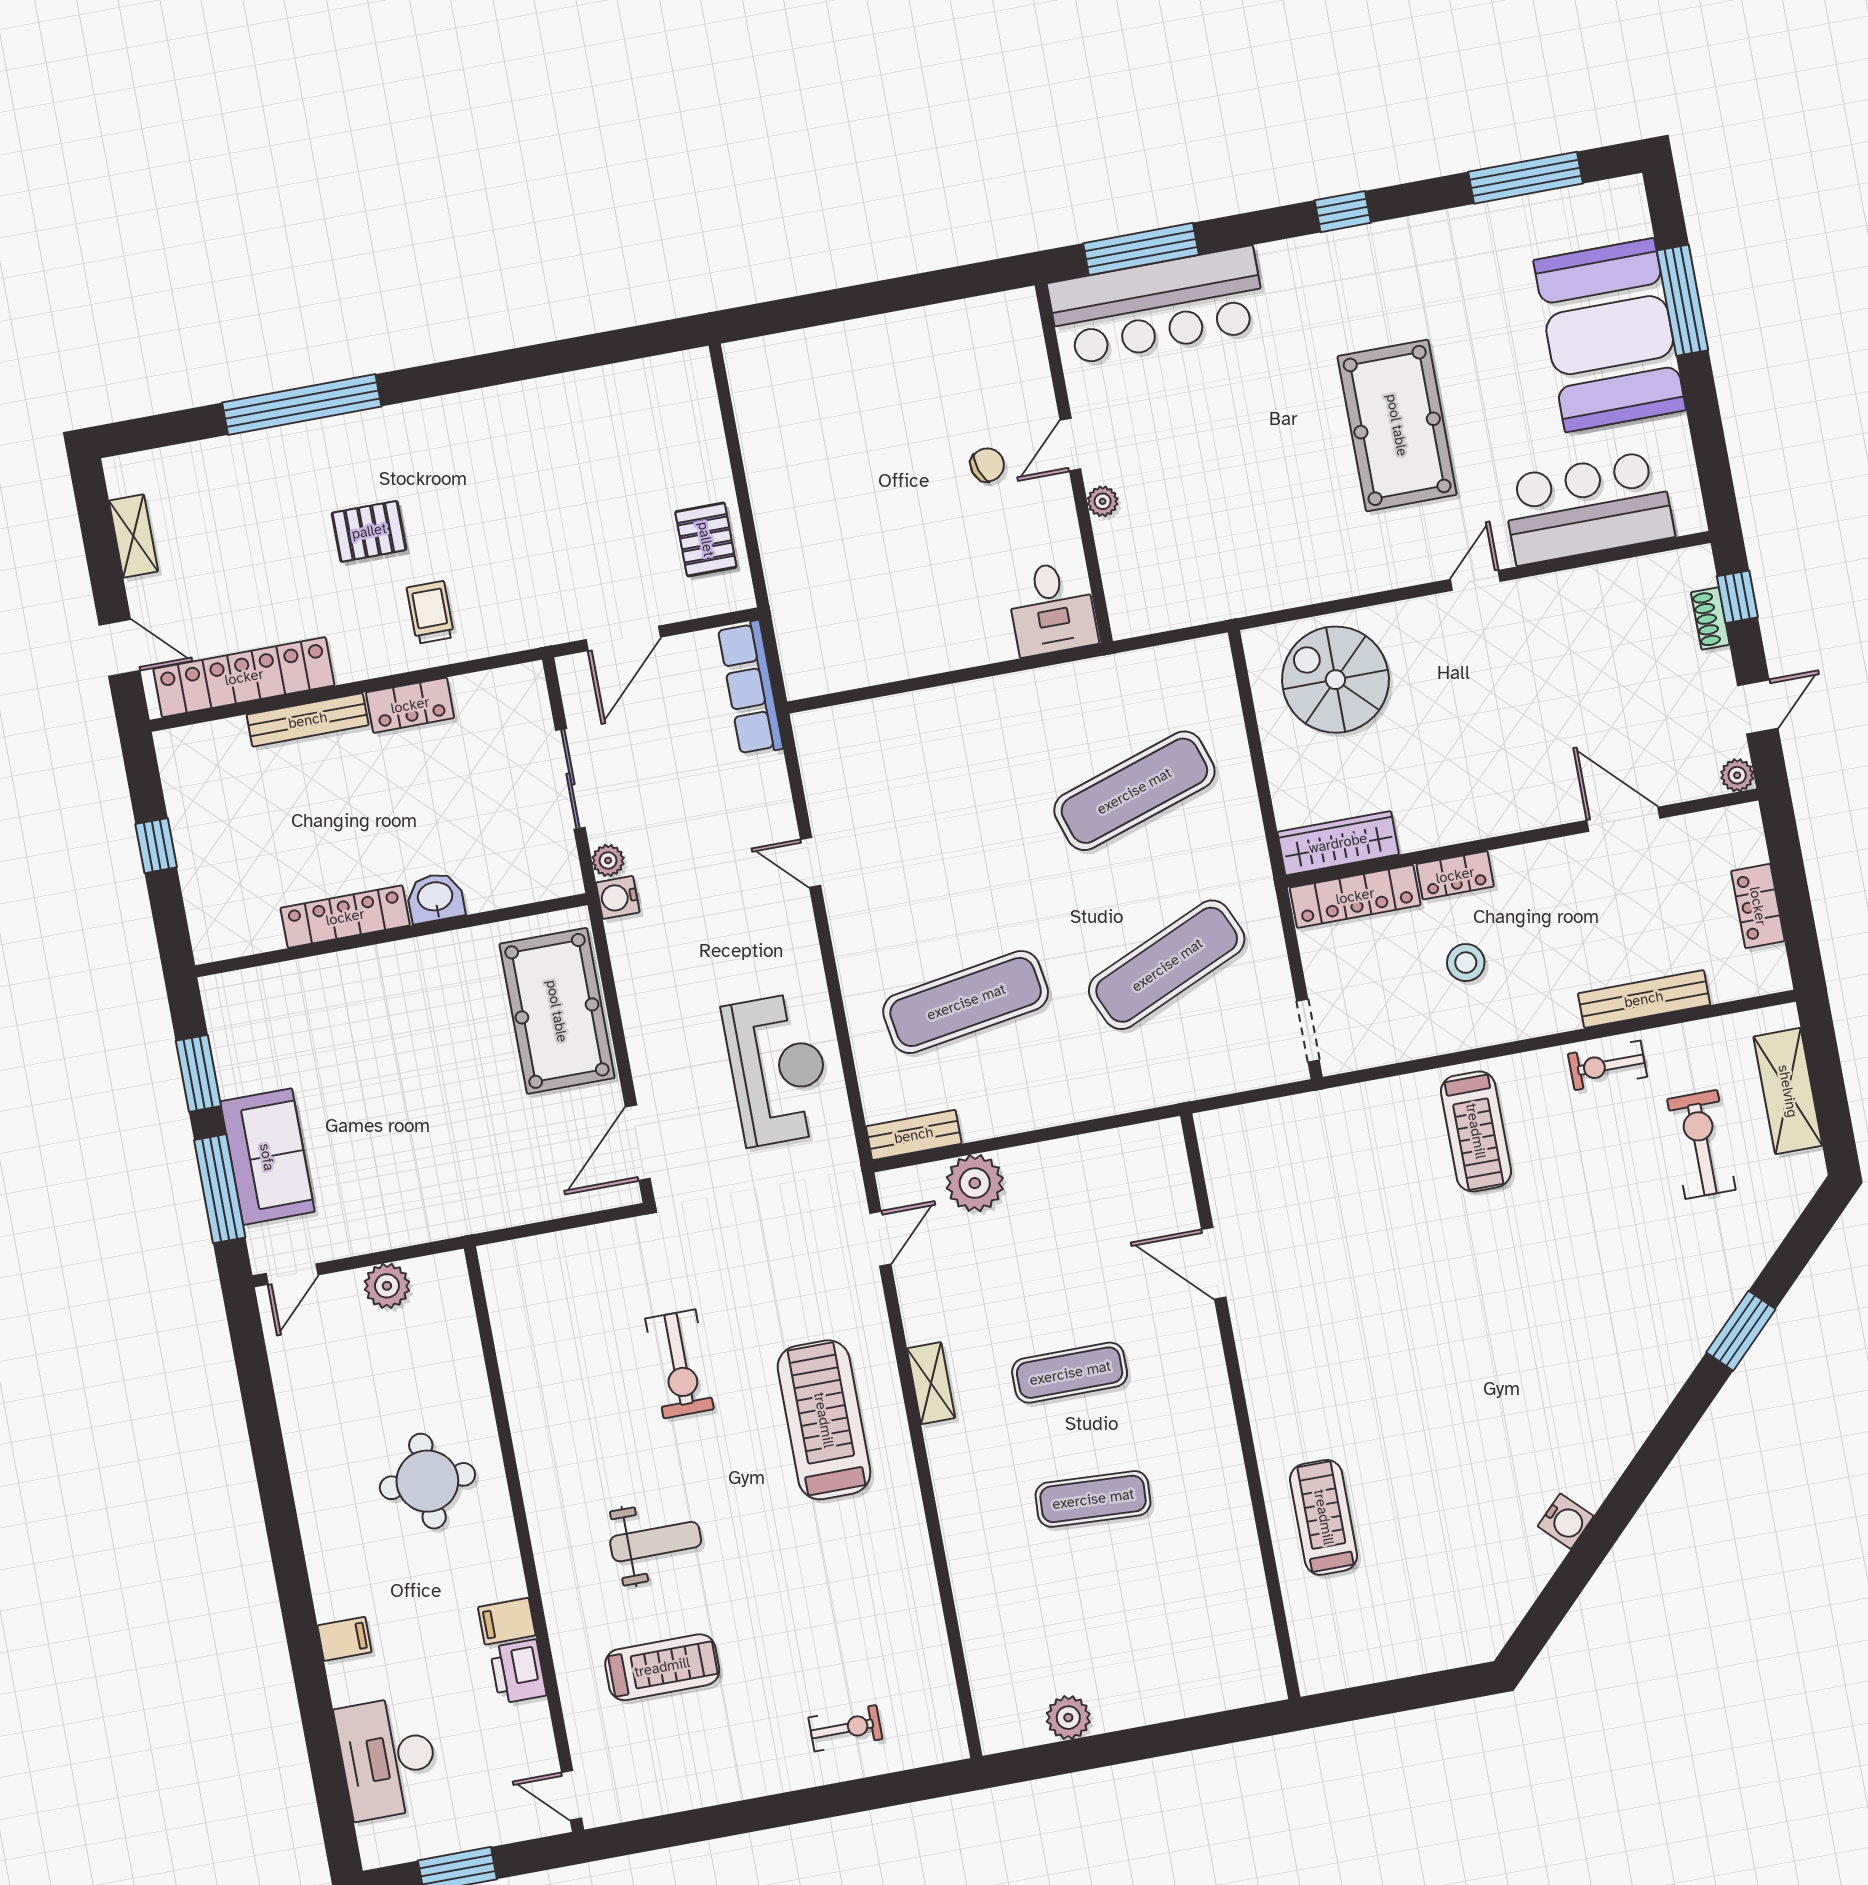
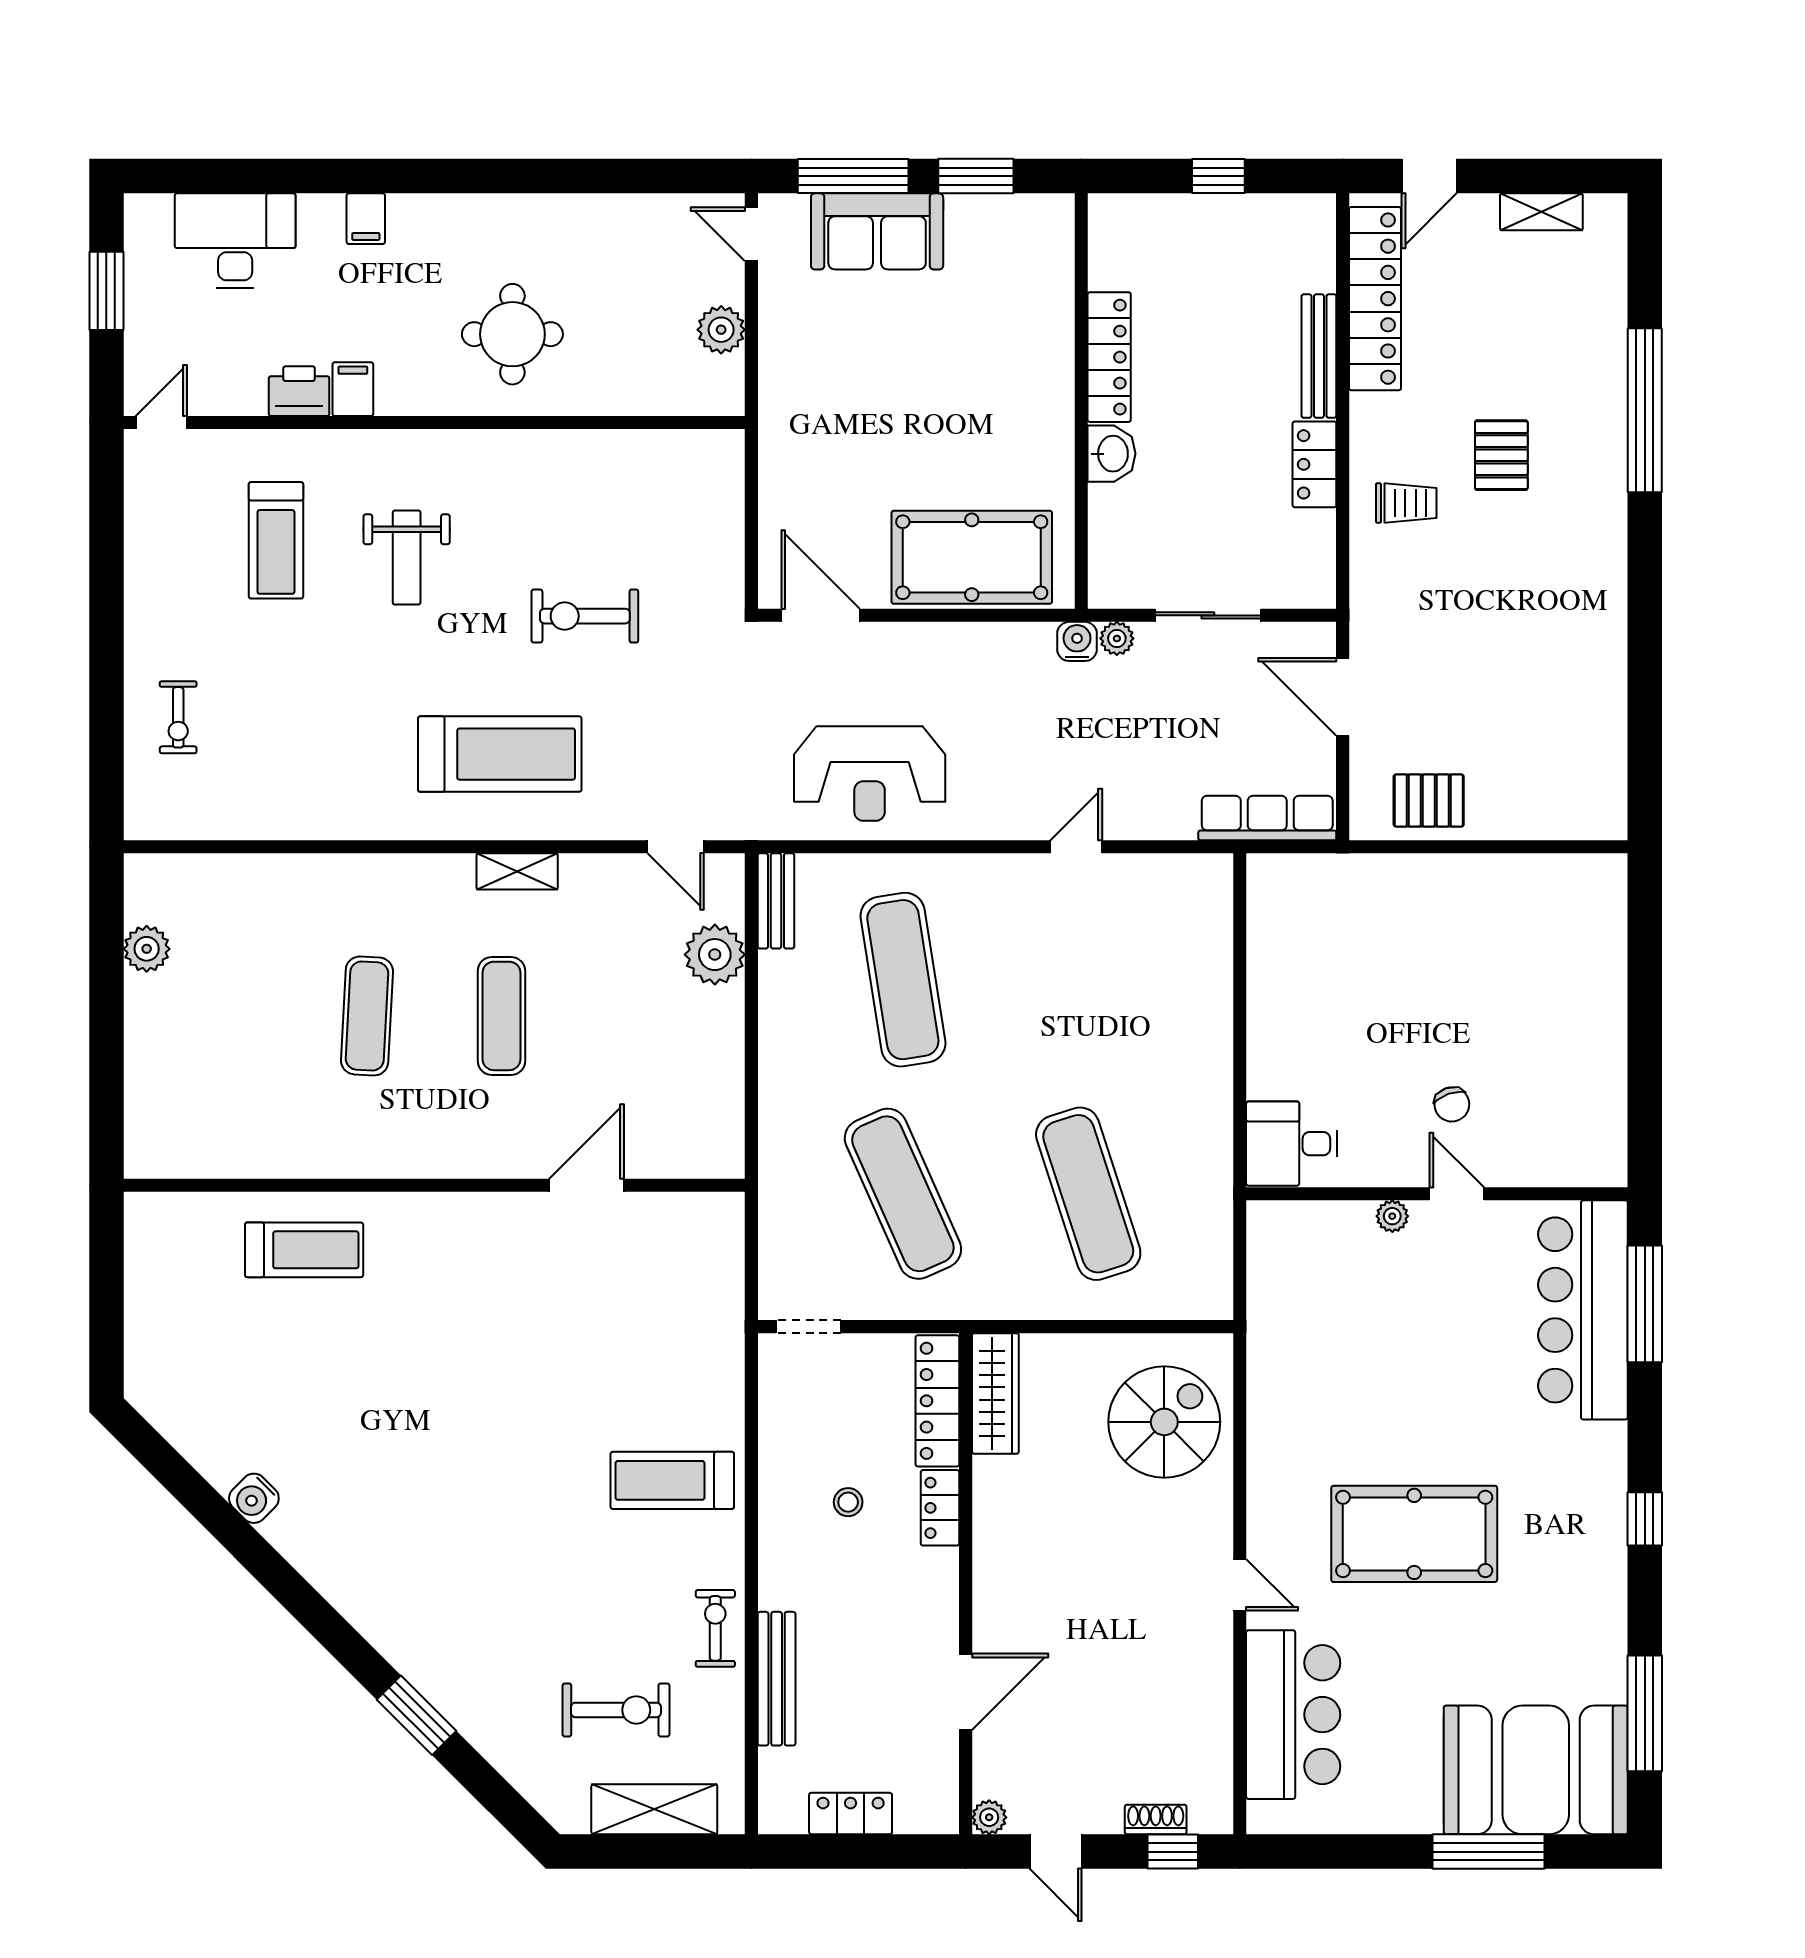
booth: (1610, 335) -> (1536, 1770), moved
stool: (1466, 963) -> (848, 1502), width x0.73, depth x0.73

